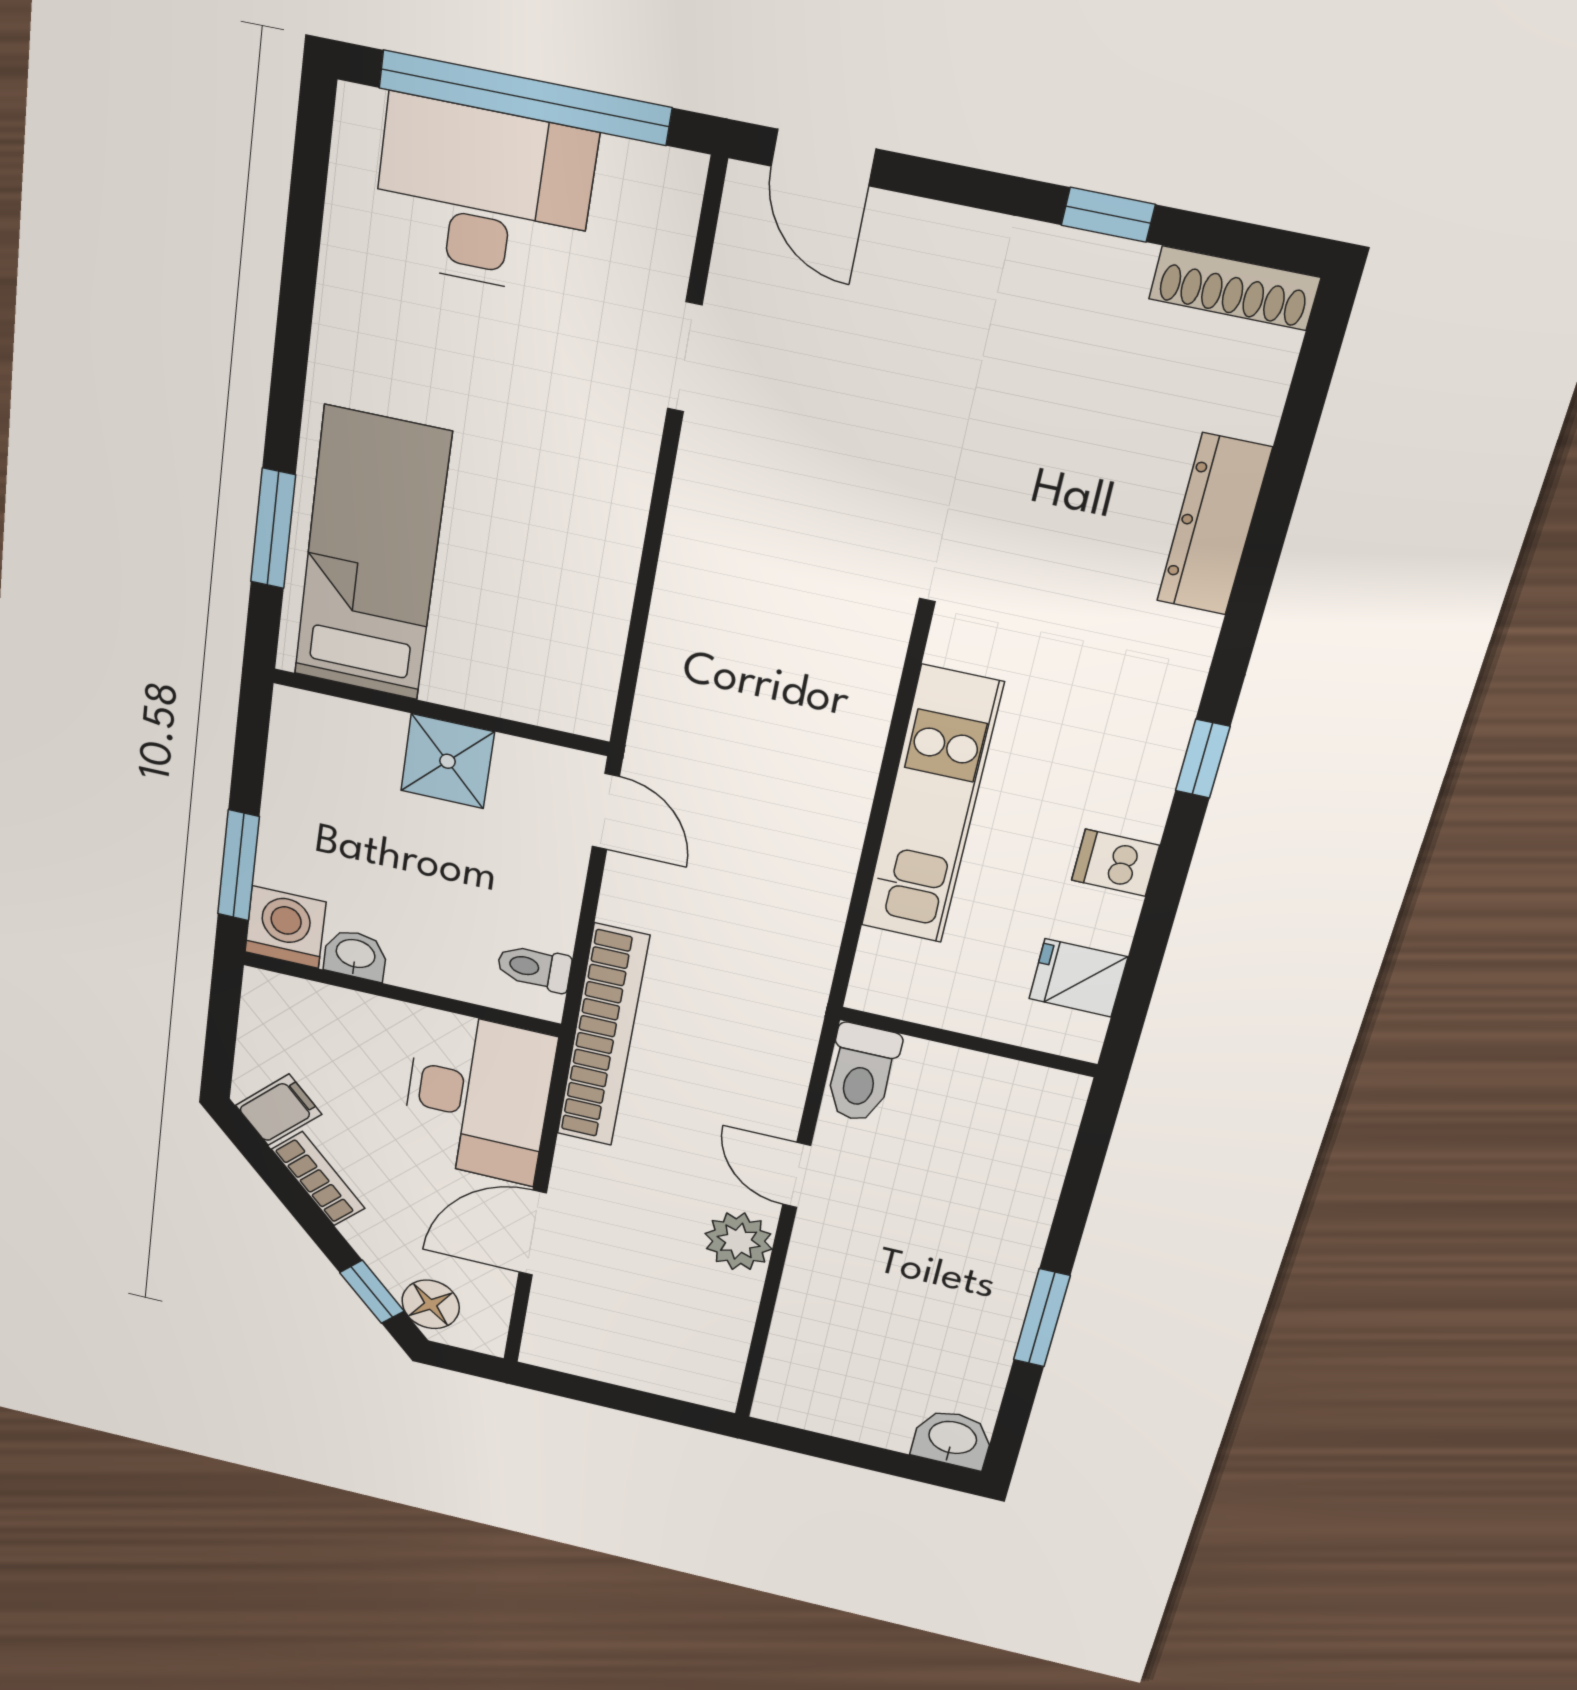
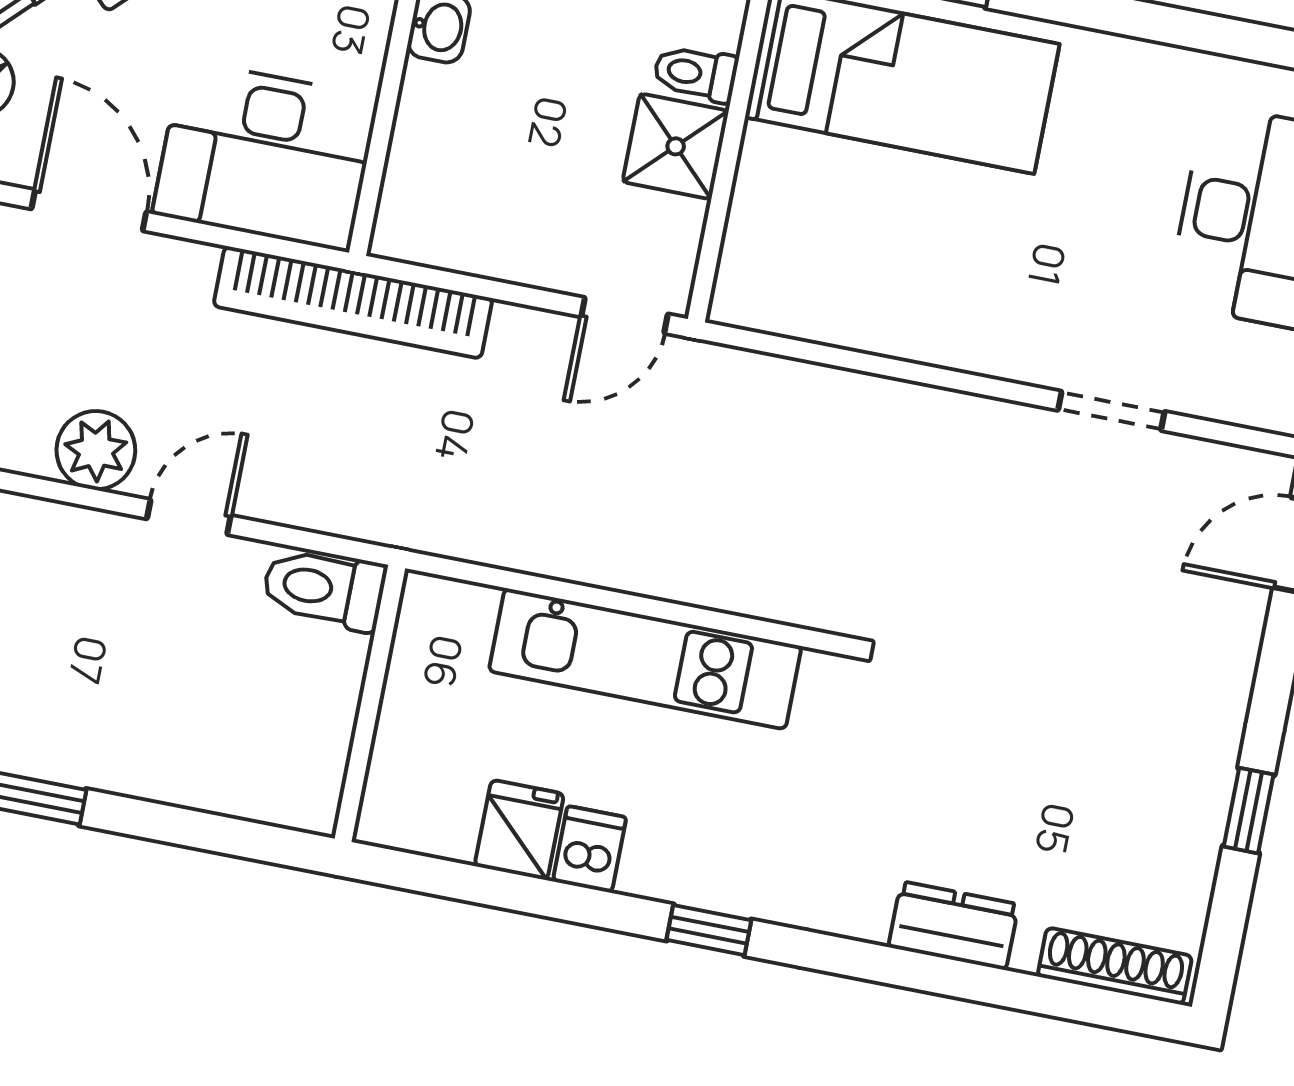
shoe rack: (1234, 288) -> (1115, 966), moved, turned 90
dresser: (1214, 525) -> (953, 926), width x0.70
toilet: (534, 968) -> (696, 73), moved, turned -90
fridge: (1078, 978) -> (519, 830), moved

